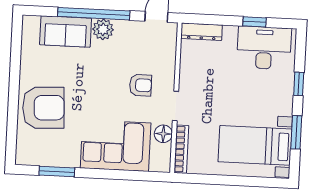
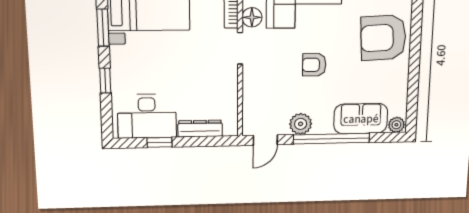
plant: (31, 23) -> (396, 125), added
plant: (103, 29) -> (301, 124), moved
dresser: (202, 32) -> (200, 129), moved
armchair: (141, 85) -> (314, 65), moved

